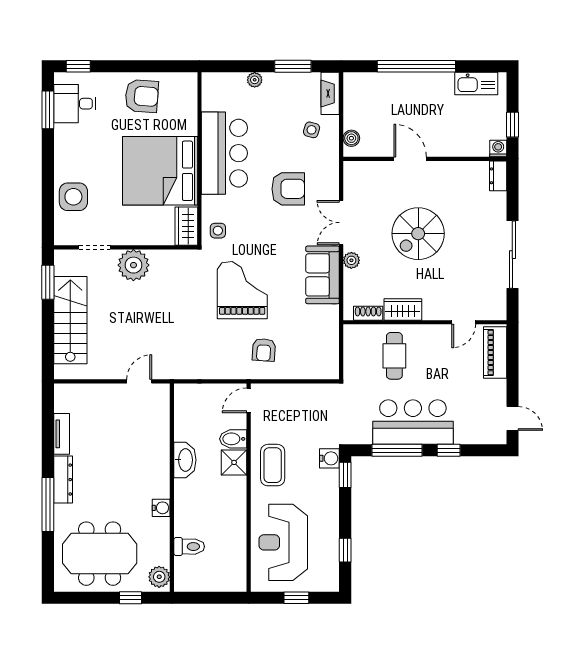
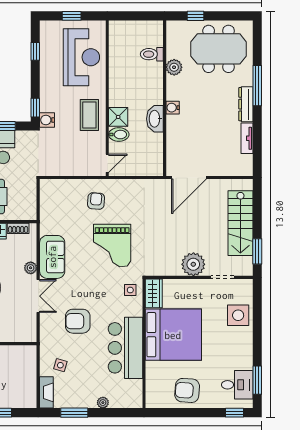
boiler: (351, 138) -> (31, 359), removed
door: (139, 381) -> (189, 178), width x1.87
water cooler: (161, 508) -> (173, 108), moved
plant: (159, 577) -> (174, 67), moved

